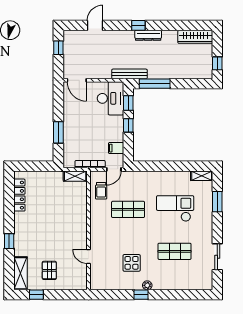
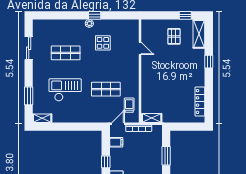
checkout: (175, 208) -> (65, 90), turned 180

